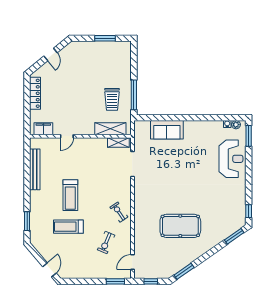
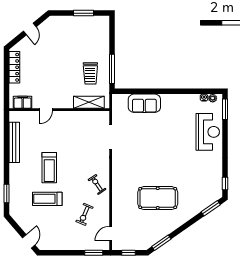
shelving: (118, 142) -> (97, 116), removed

